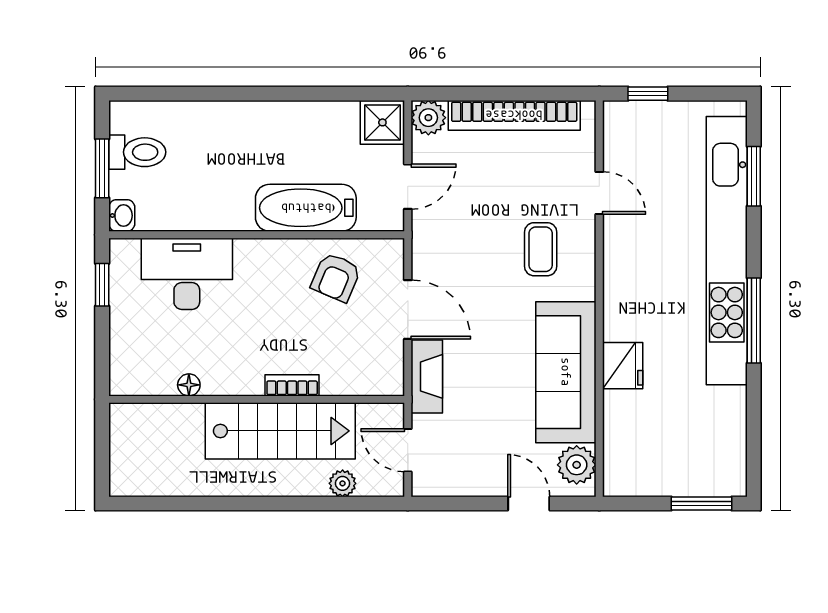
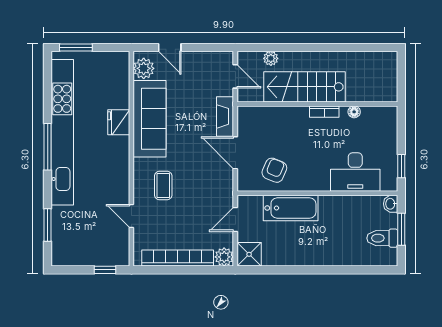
kitchen unit: (727, 251) -> (62, 132), moved
bookcase: (292, 385) -> (324, 112), moved

